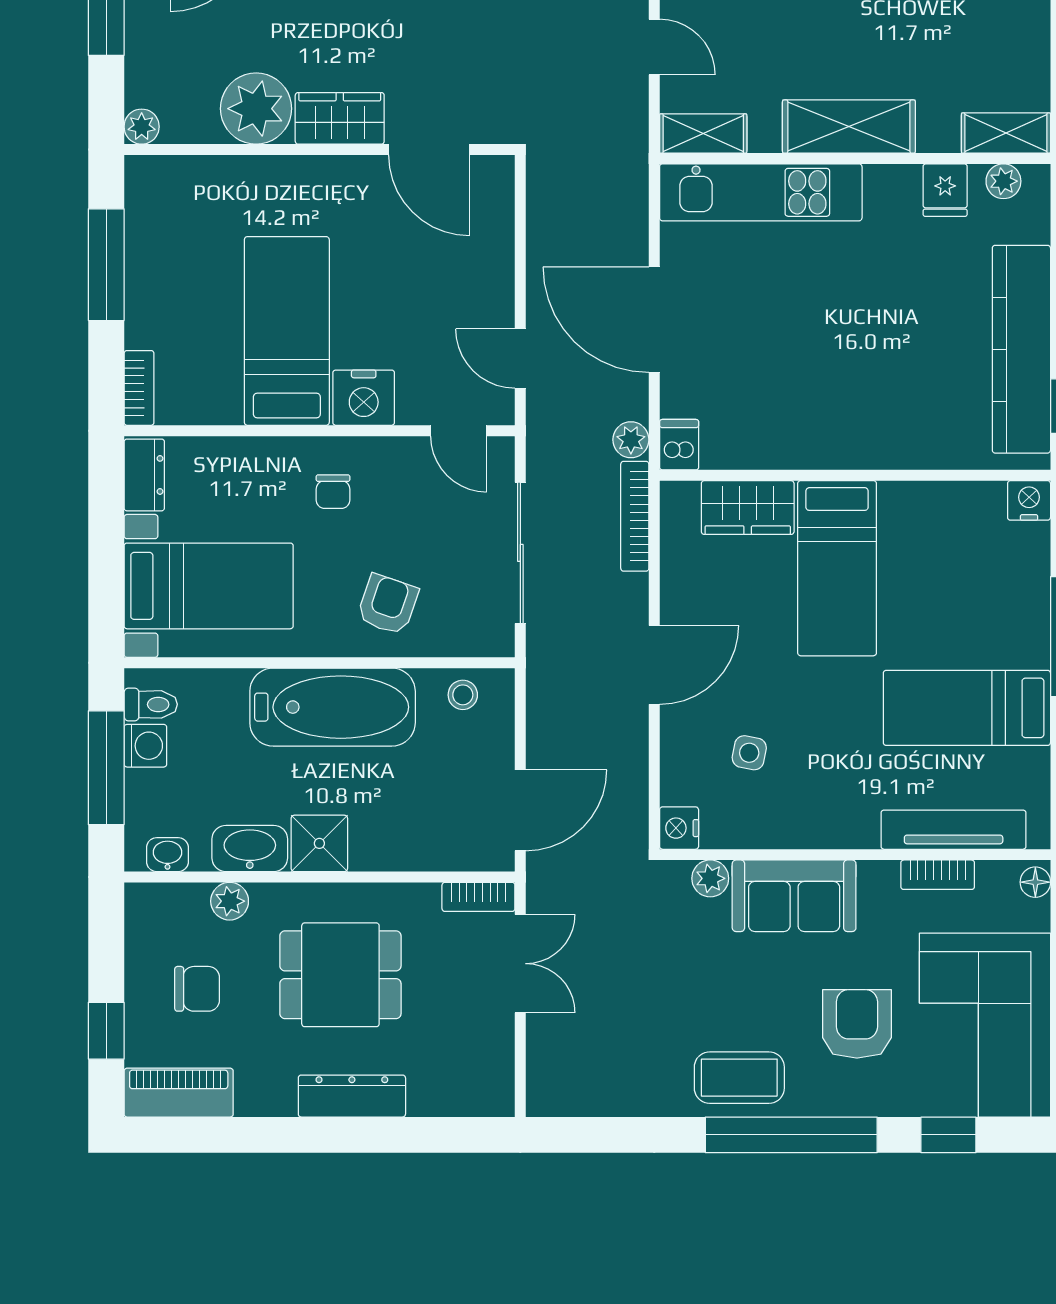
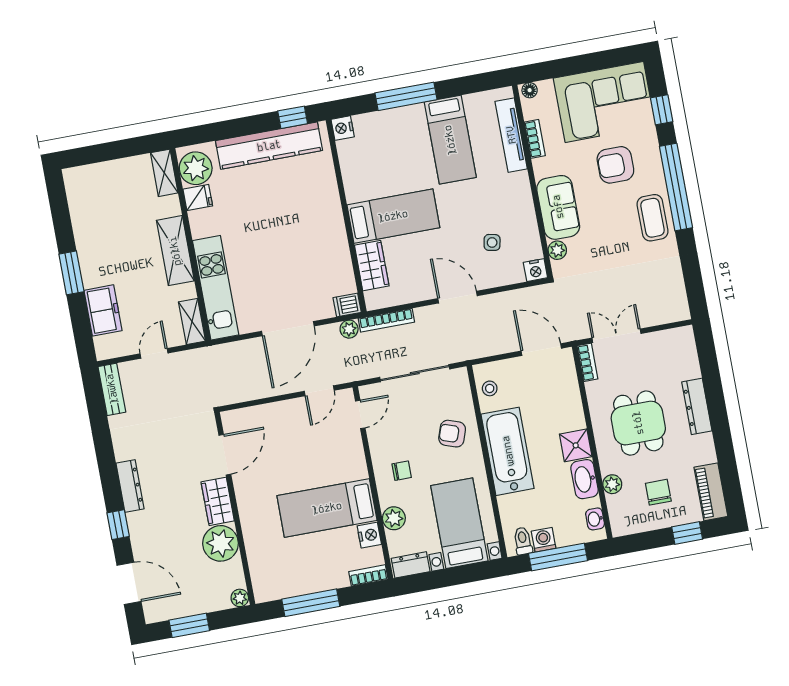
plant: (1003, 181) -> (196, 168), width x1.87, depth x1.87
nightstand: (364, 398) -> (369, 535), moved, width x0.74, depth x0.75
plant: (242, 459) -> (394, 518), added

